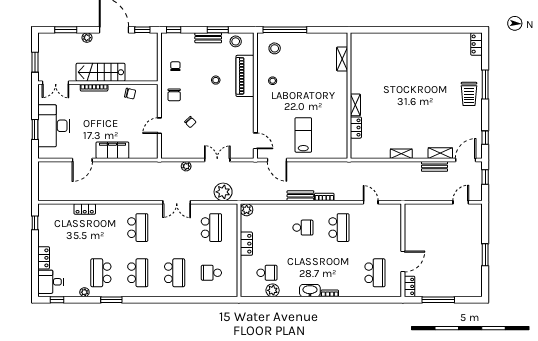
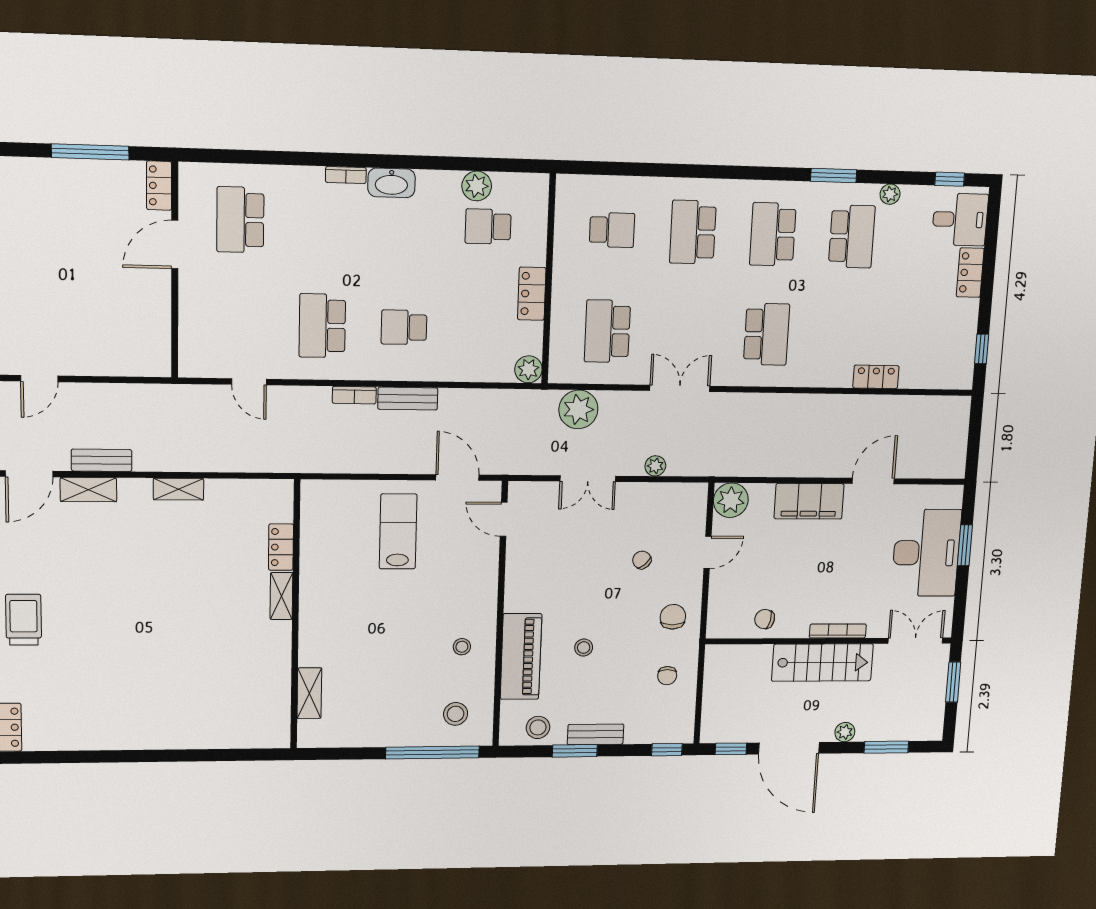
lab bench: (303, 135) -> (398, 531), turned 180
plant: (150, 150) -> (731, 500), added
school desk: (138, 228) -> (767, 334), turned 180

